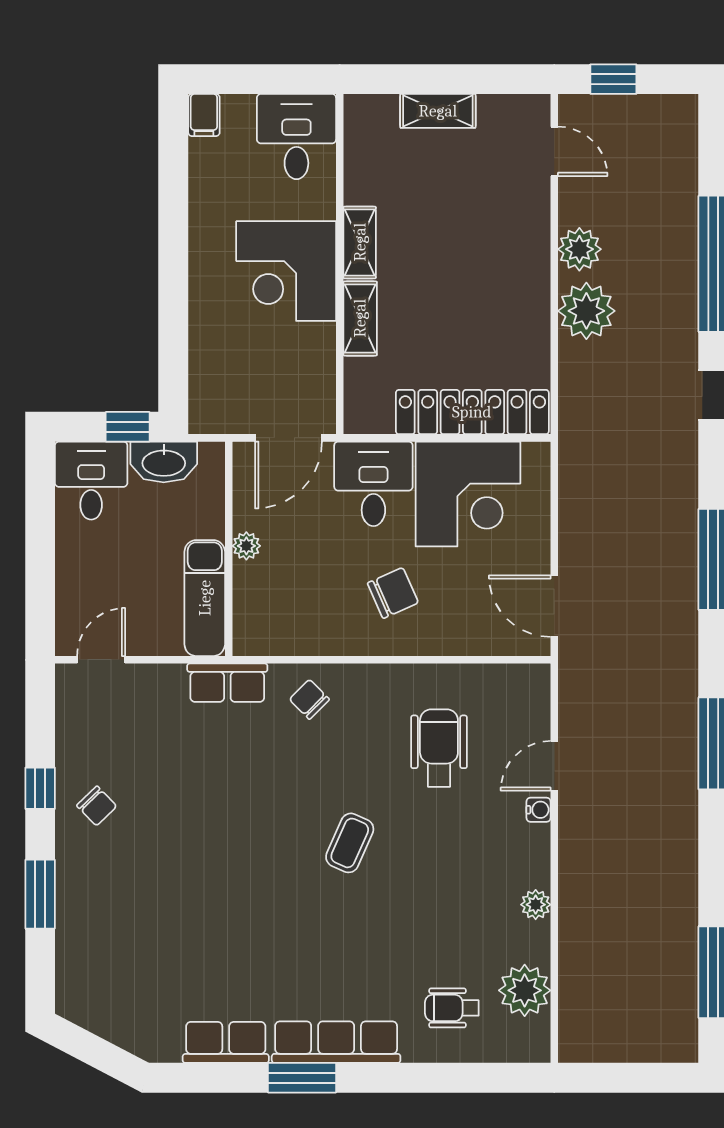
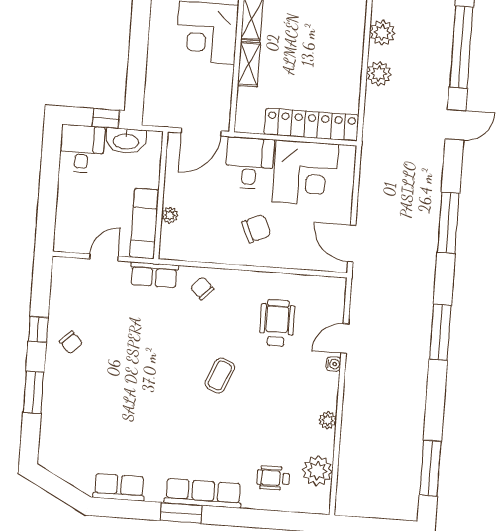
plant: (586, 311) -> (379, 74), width x0.73, depth x0.73
plant: (246, 546) -> (170, 215), moved
door: (101, 660) -> (104, 257), moved
row of seats: (226, 1042) -> (119, 487), moved

